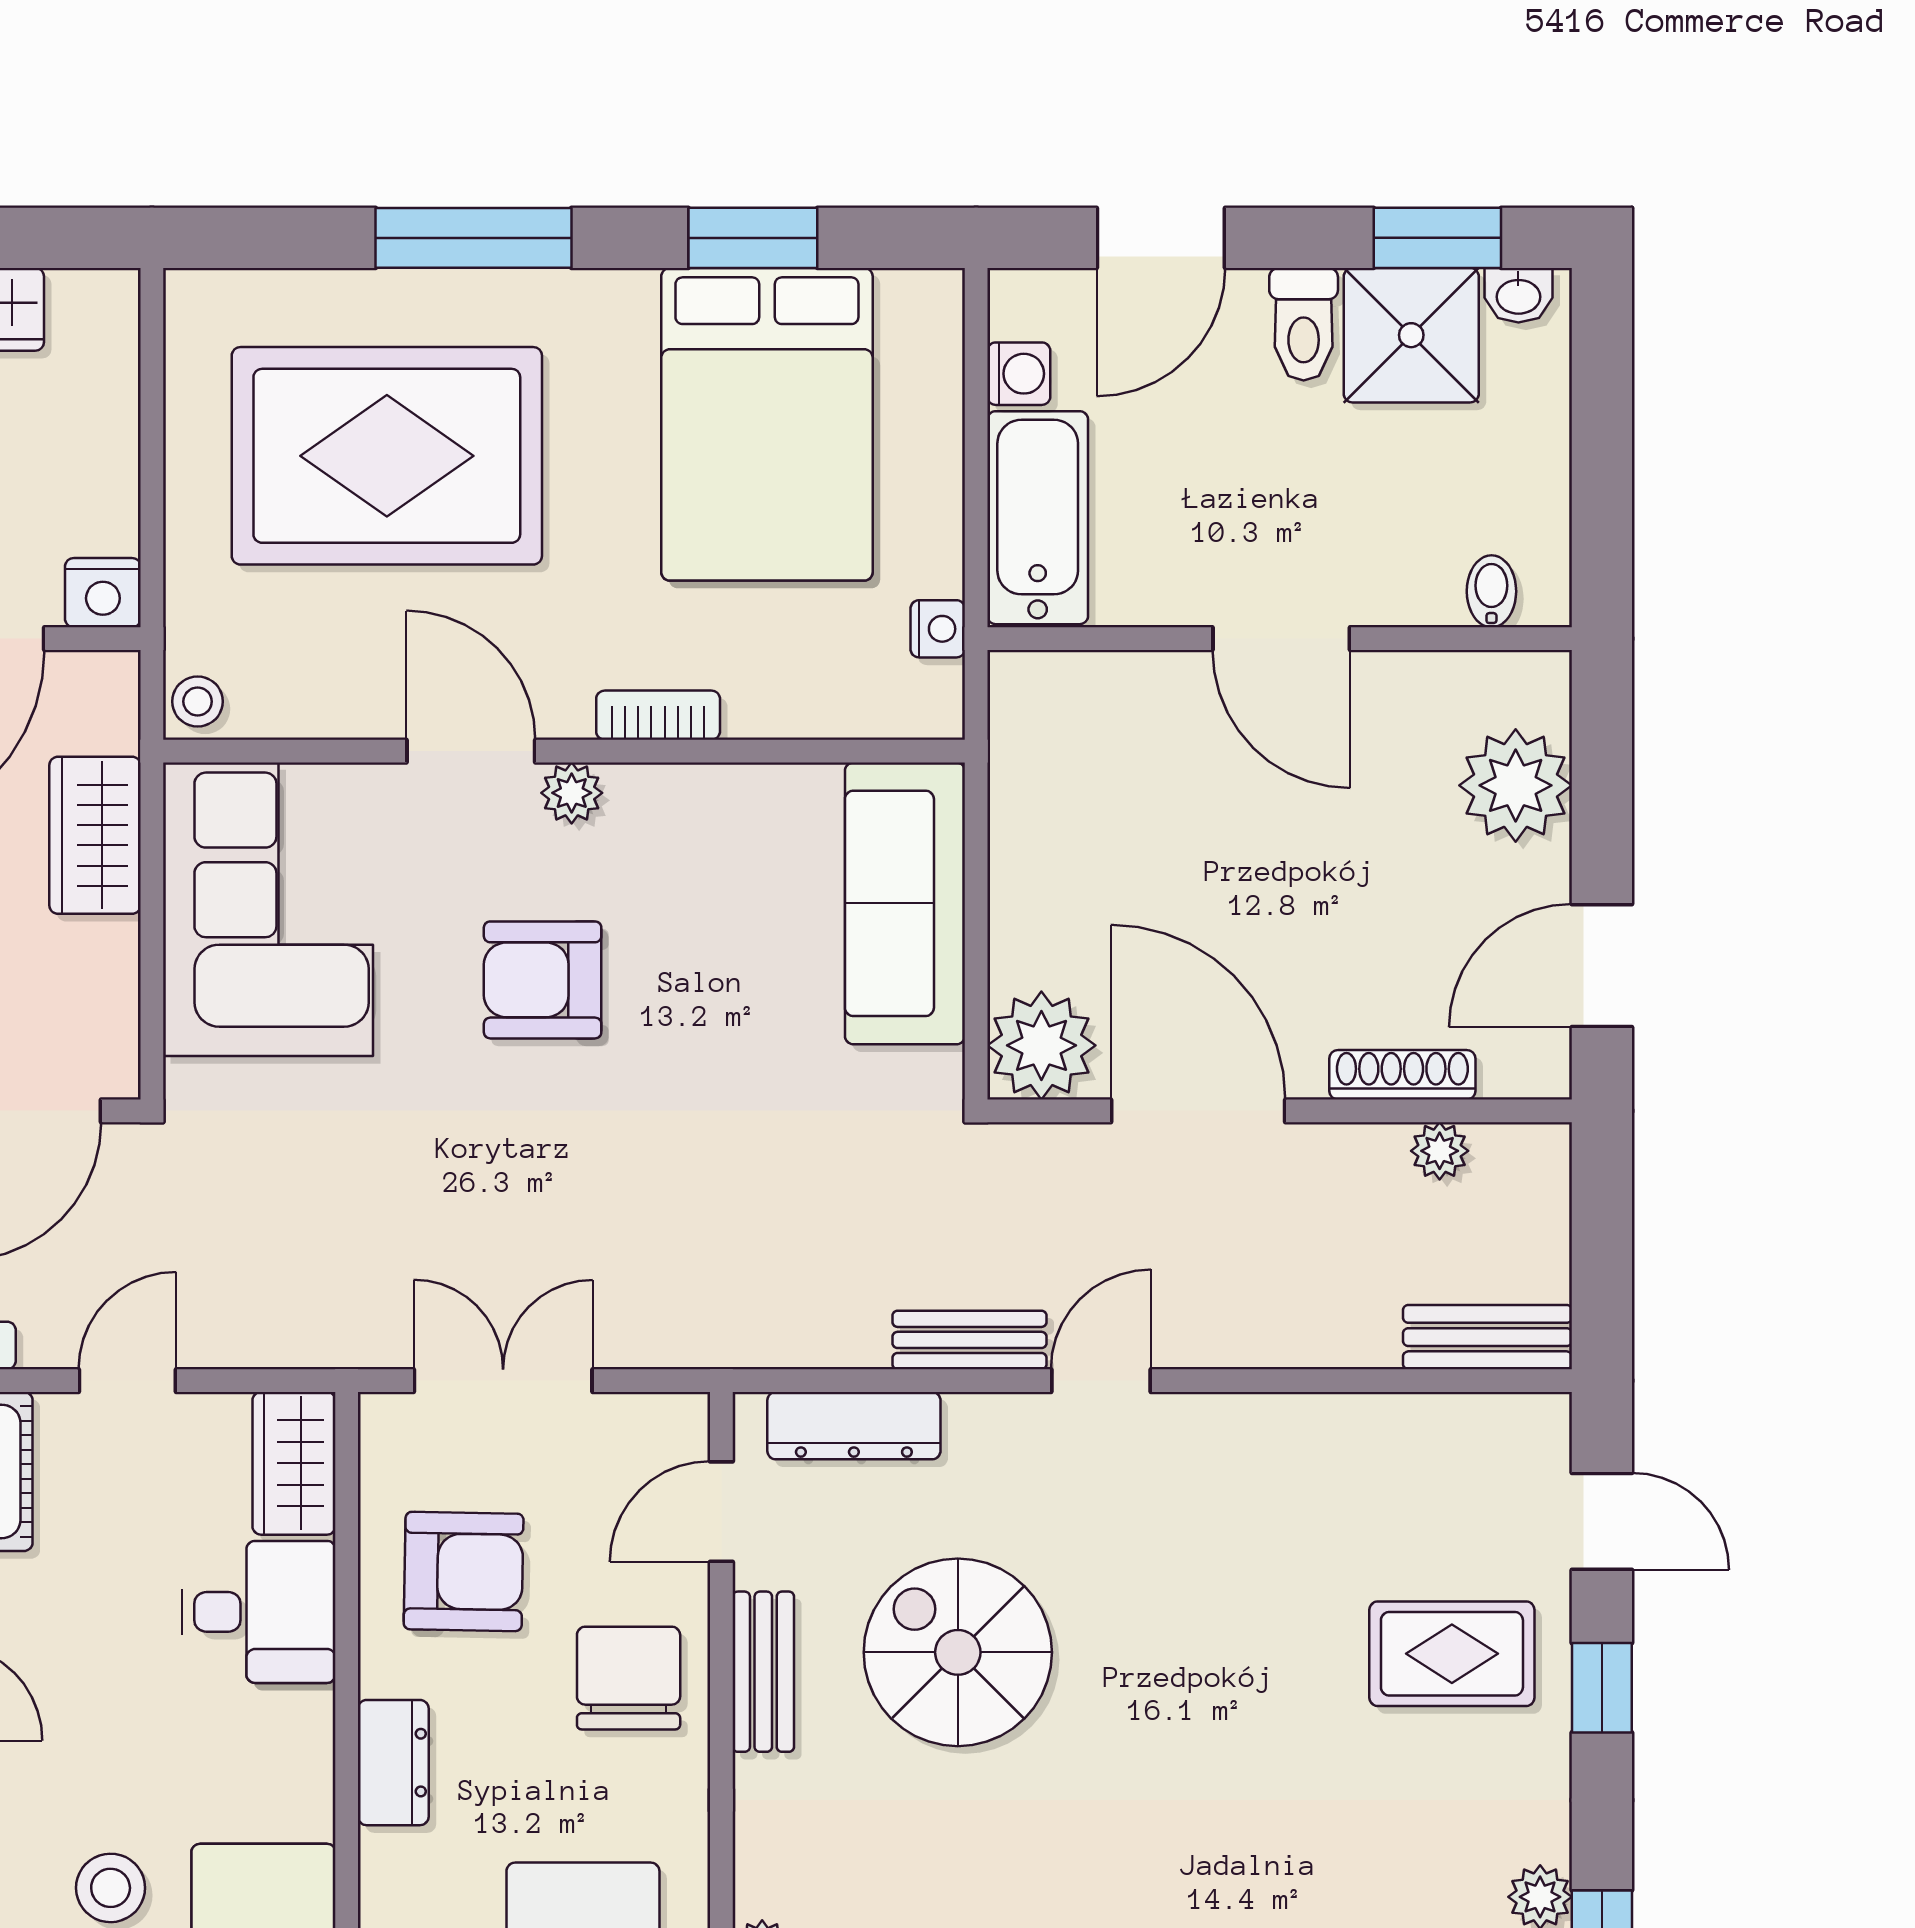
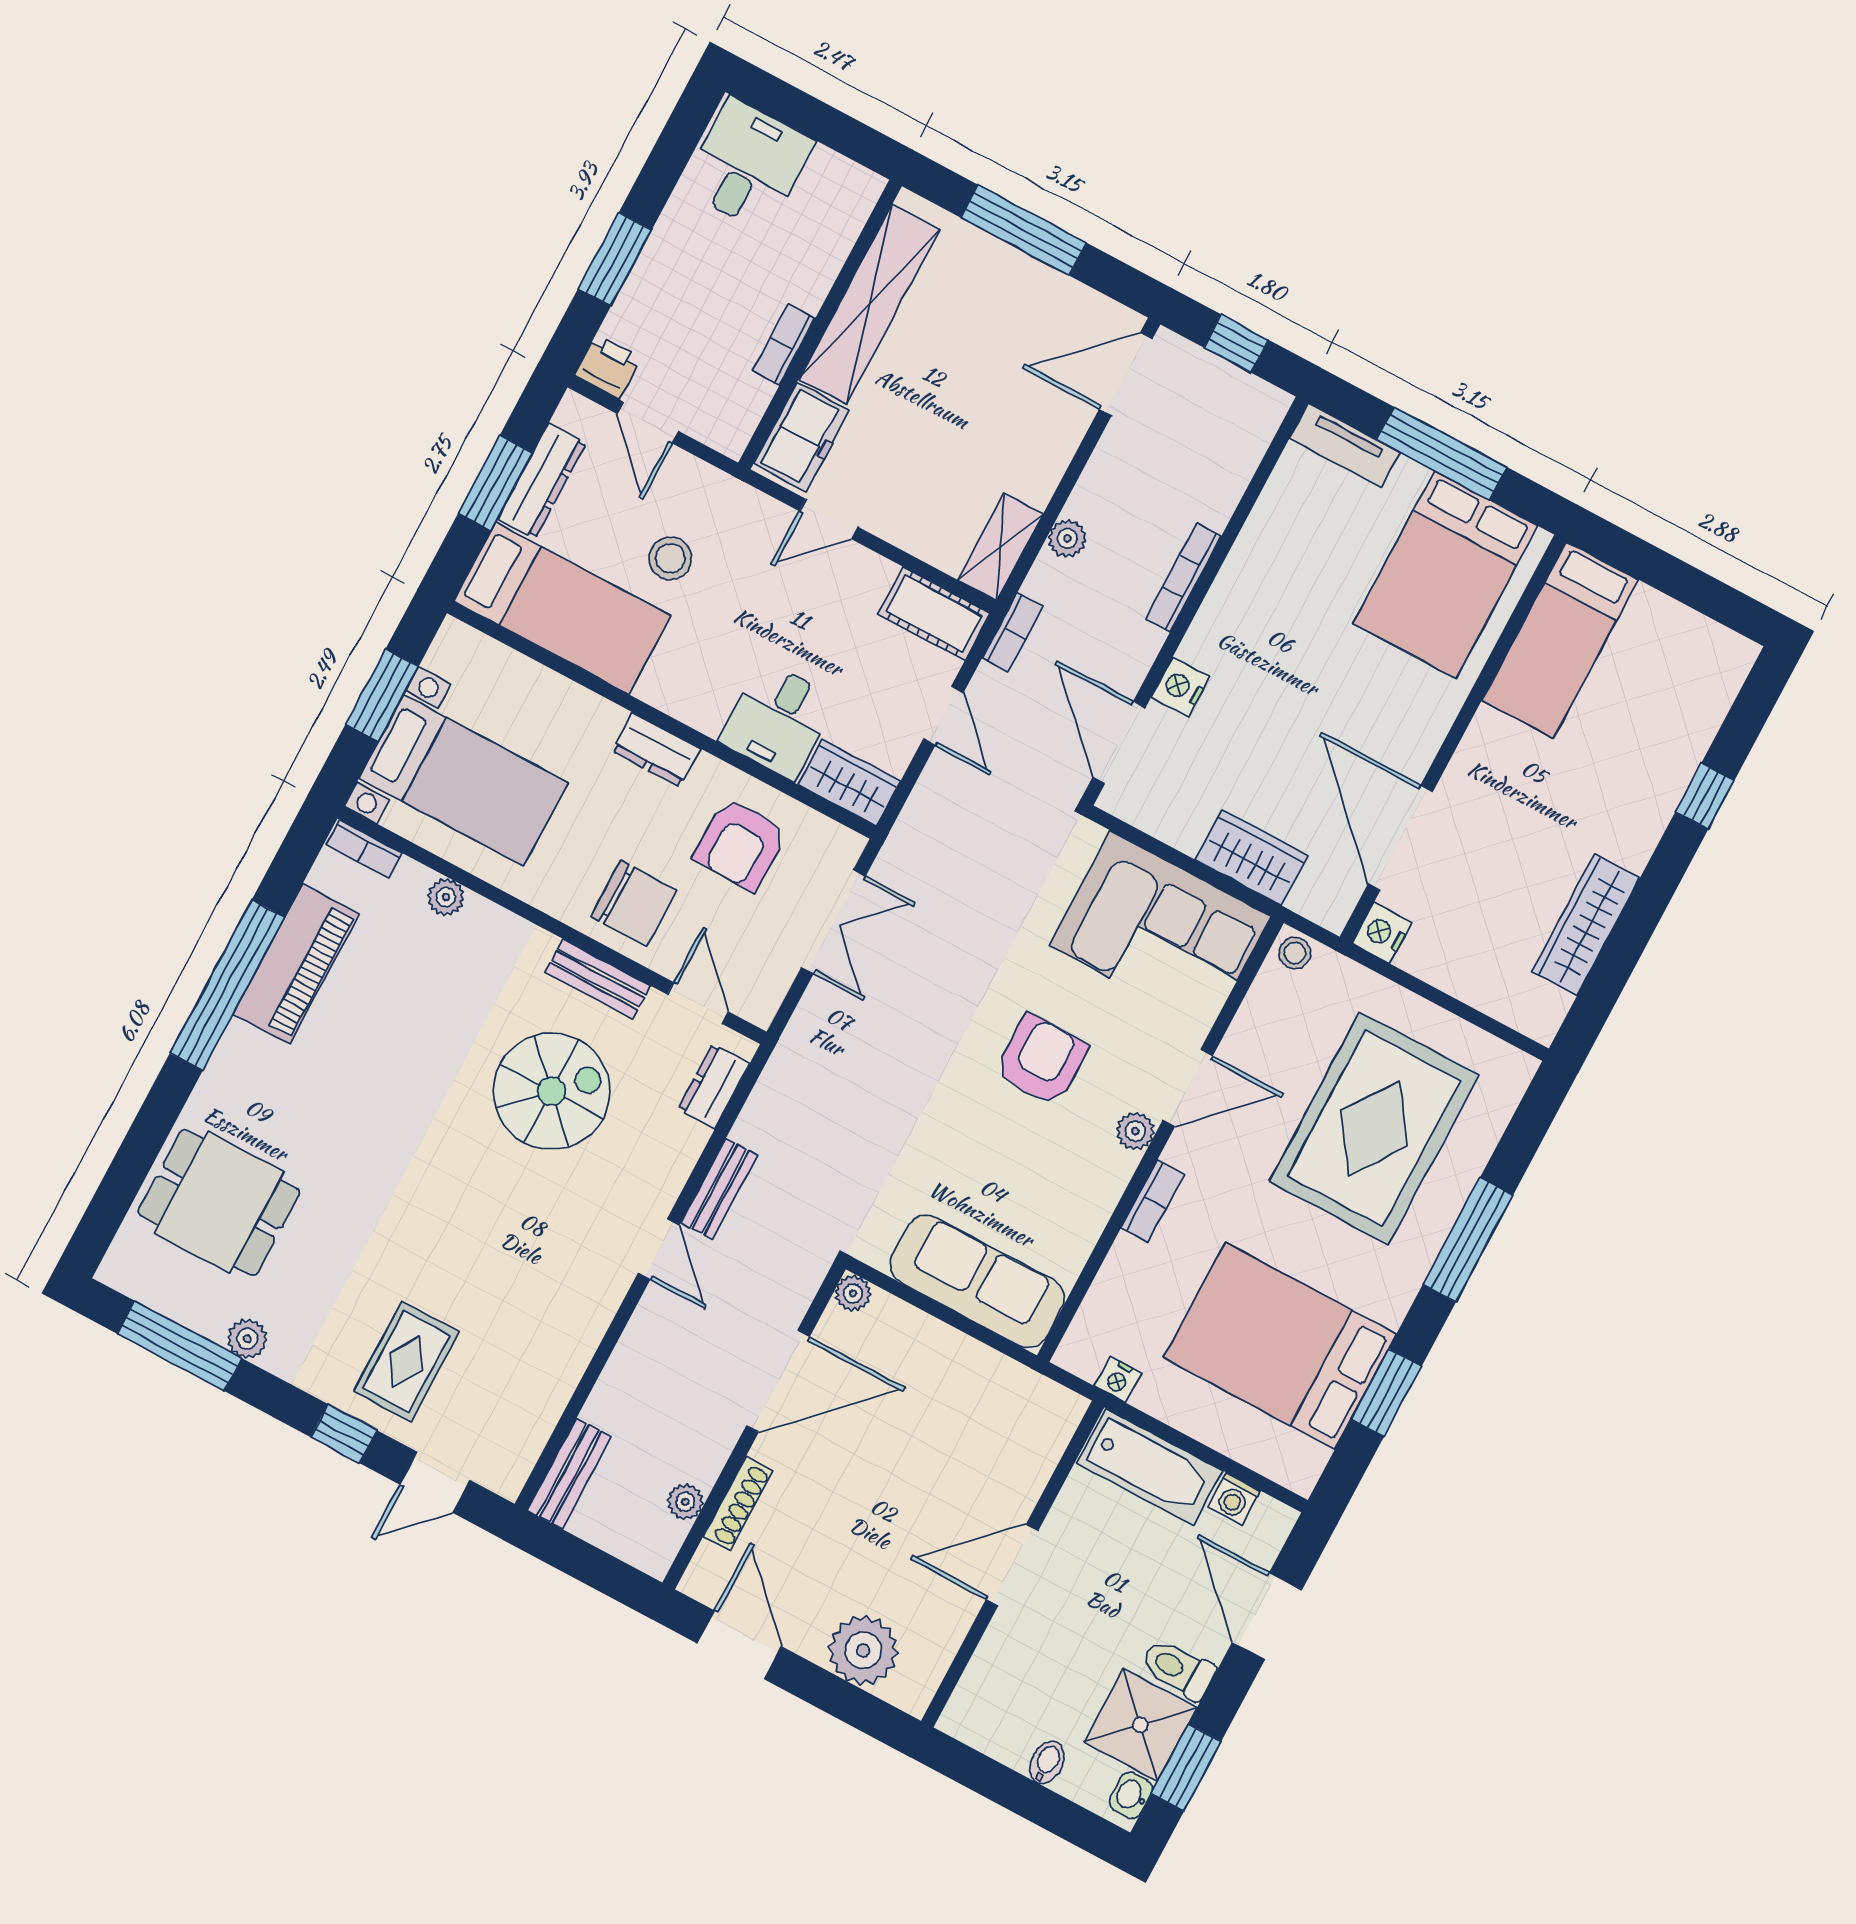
bidet: (1491, 591) -> (1047, 1763), moved, turned -90
plant: (1041, 1045) -> (853, 1293), width x0.53, depth x0.53
dresser: (854, 1426) -> (714, 1086), width x0.70

